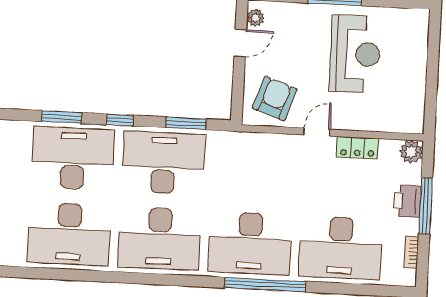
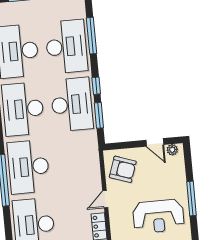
window: (62, 117) -> (92, 36), width x1.44
window: (120, 120) -> (96, 86), moved
door: (317, 132) -> (105, 199), swing flipped

